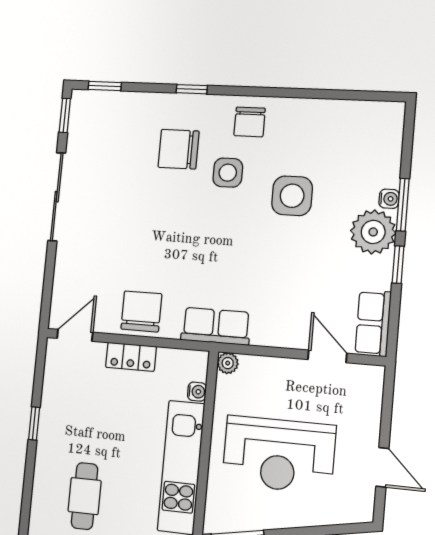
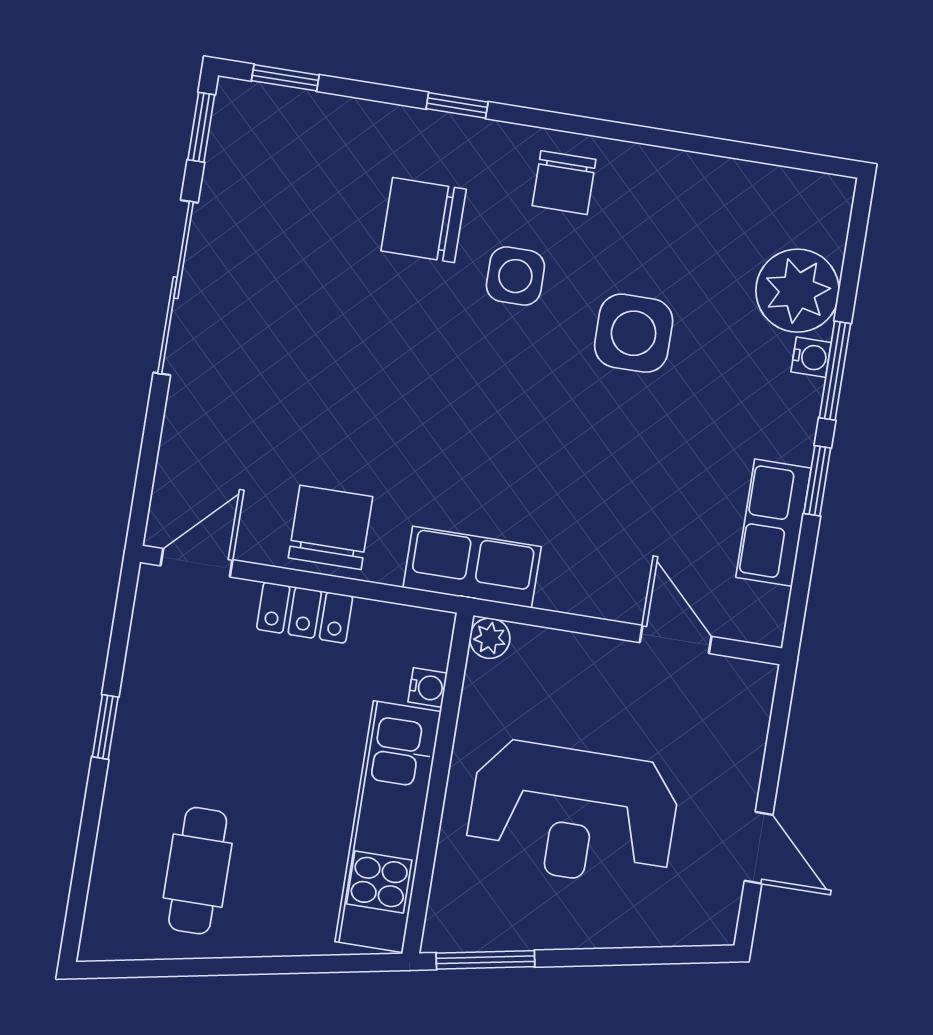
plant: (373, 232) -> (797, 291), moved
row of seats: (373, 323) -> (773, 523), moved

